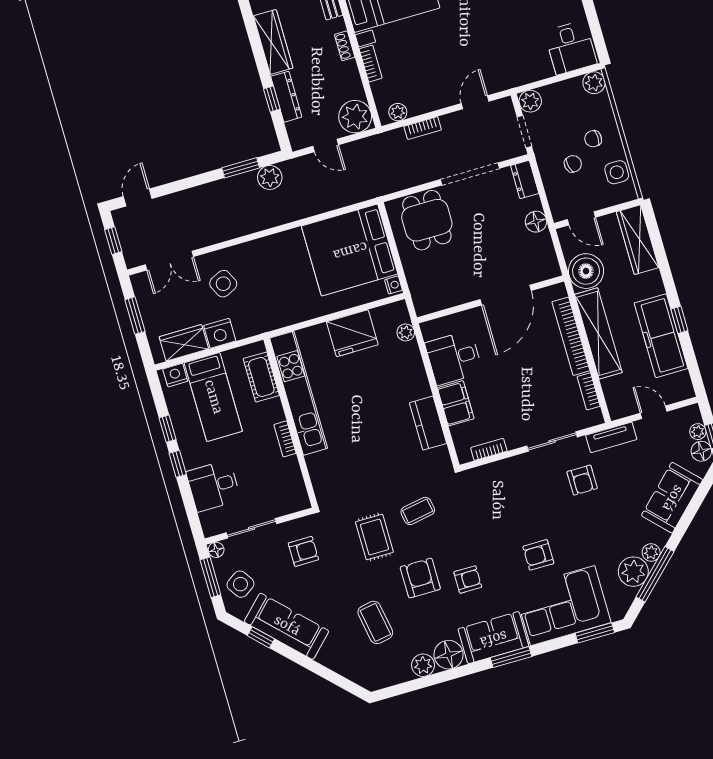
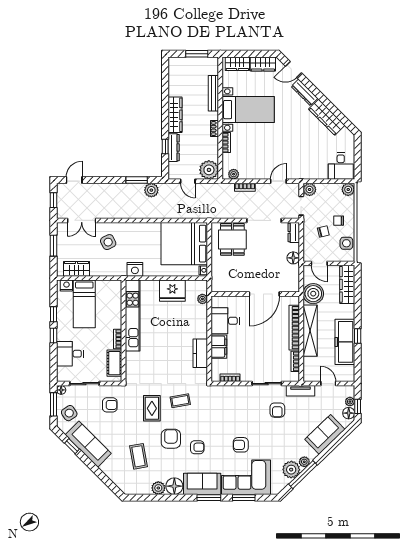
nightstand: (220, 333) -> (135, 269), moved
cot: (261, 377) -> (114, 363), moved
window: (595, 633) -> (244, 498), moved

